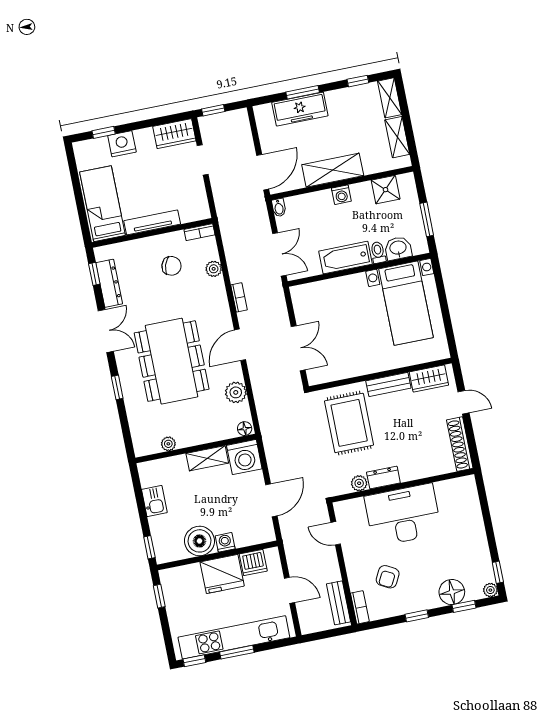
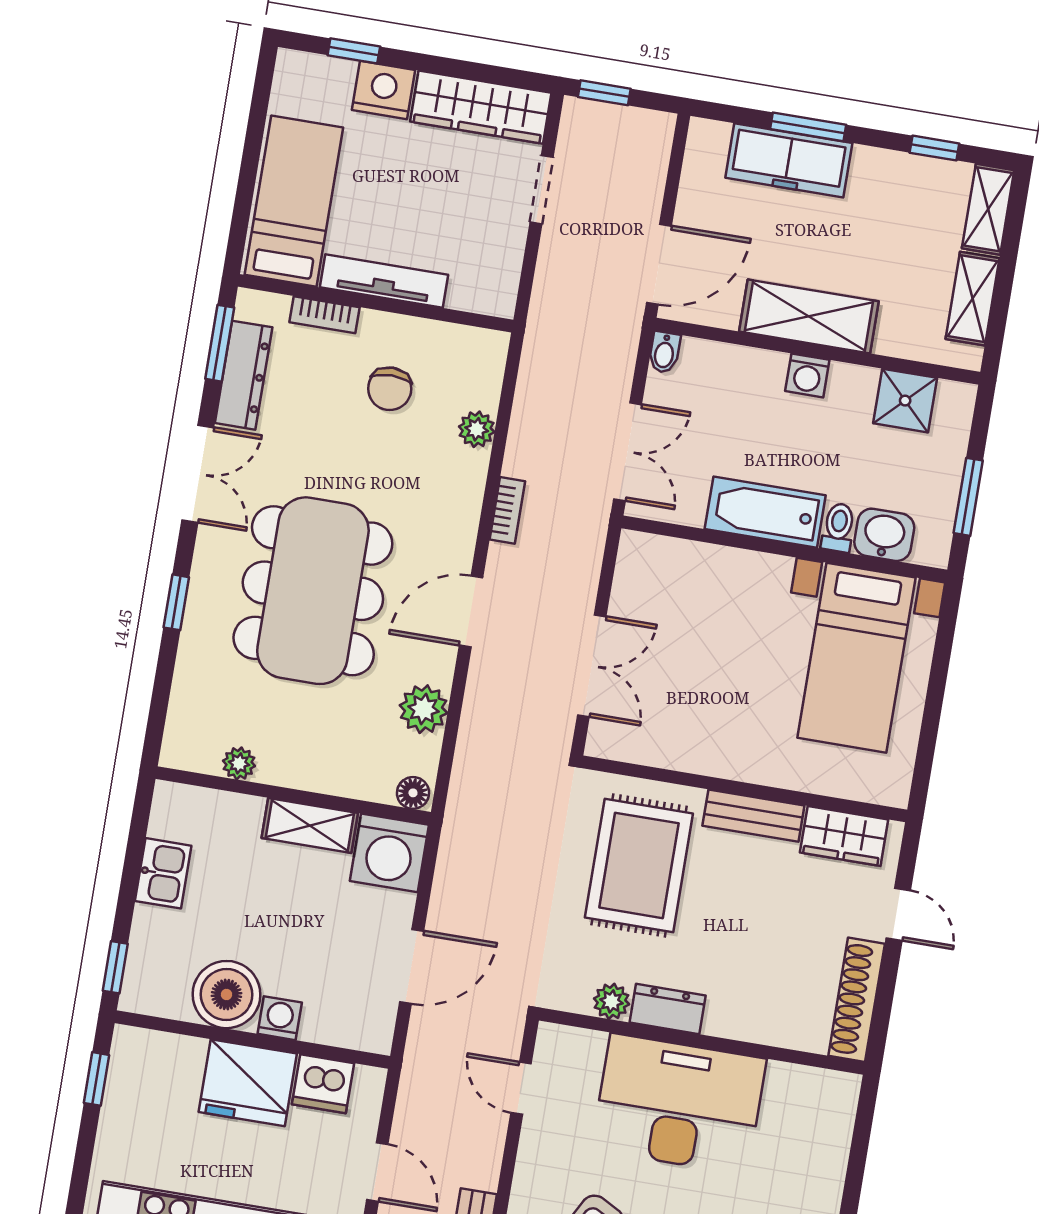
wardrobe: (174, 134) -> (481, 107), width x1.50
bookcase: (199, 232) -> (325, 315), moved
chair: (171, 266) -> (390, 389), turned 72
window: (94, 274) -> (220, 343), width x1.50

